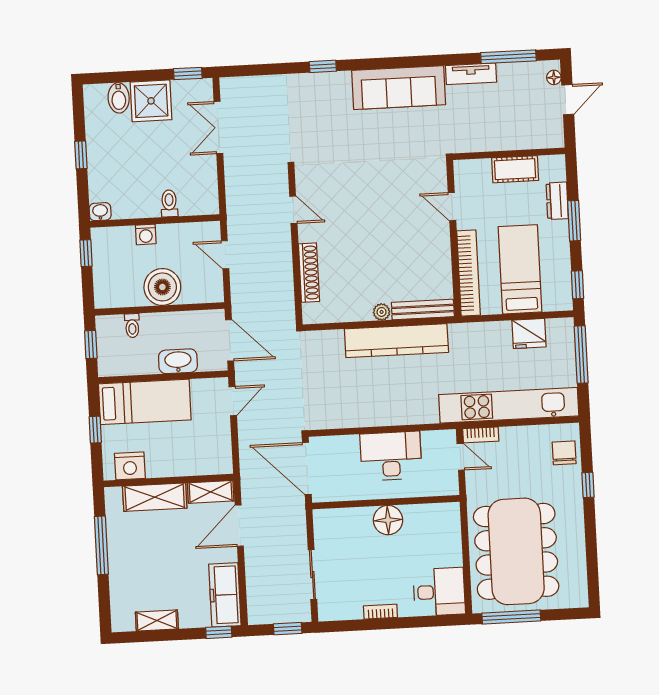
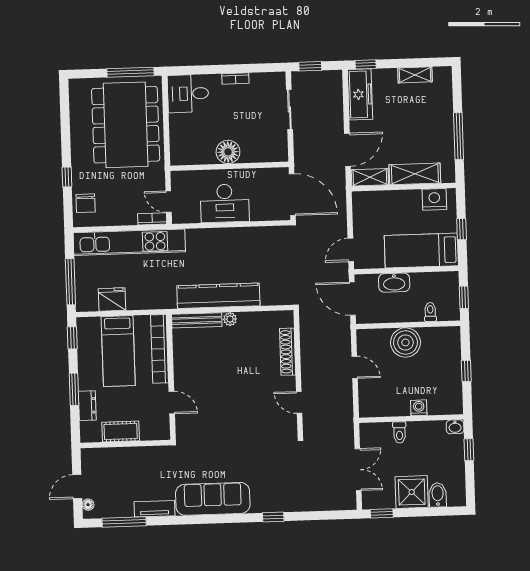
toilet: (169, 203) -> (399, 432), moved
washbasin: (100, 212) -> (455, 427), moved
wall: (155, 221) -> (411, 419), moved
washing machine: (146, 234) -> (419, 408), moved

